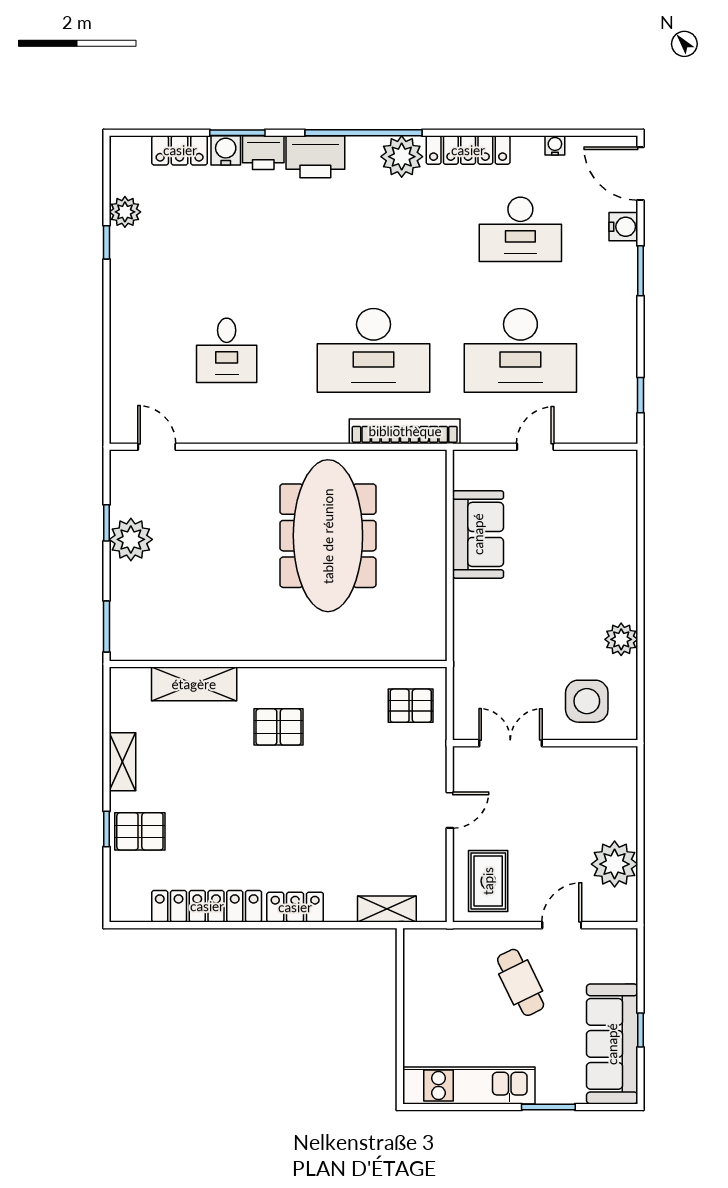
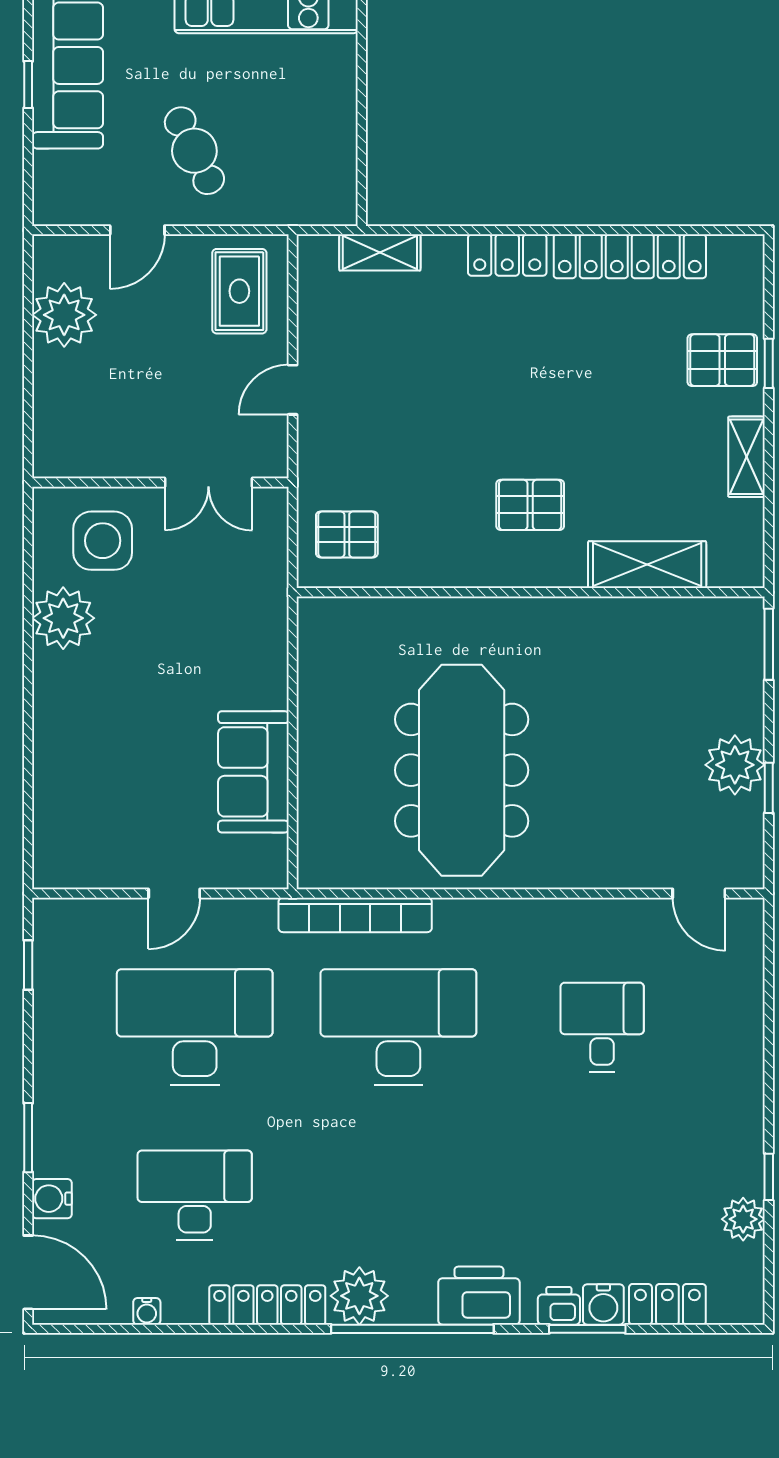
printer: (263, 153) -> (559, 1306), width x0.73, depth x0.81
plant: (621, 639) -> (63, 618), width x1.36, depth x1.36

